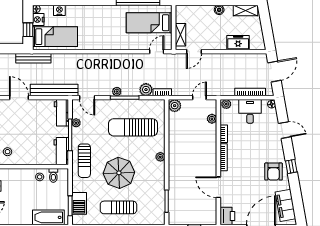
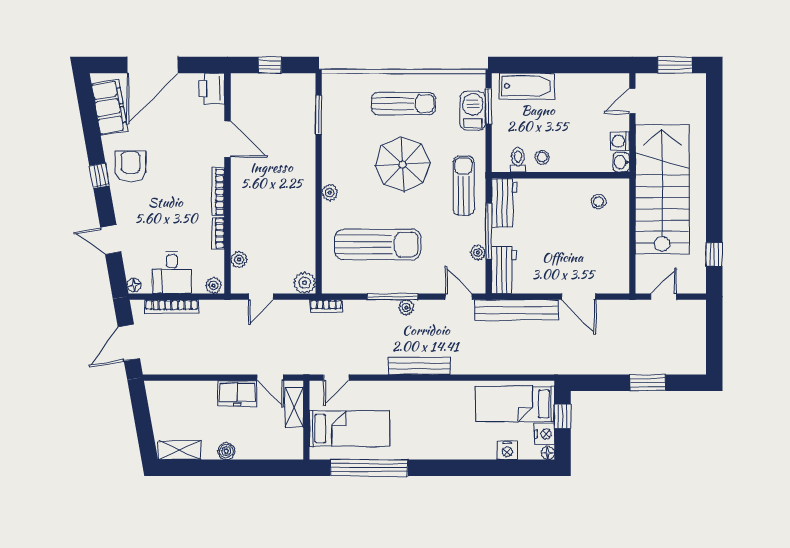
freezer: (238, 43) -> (237, 393), moved
door: (194, 52) -> (270, 378), swing flipped
bench: (33, 58) -> (419, 366), moved
plant: (146, 90) -> (355, 311), removed

